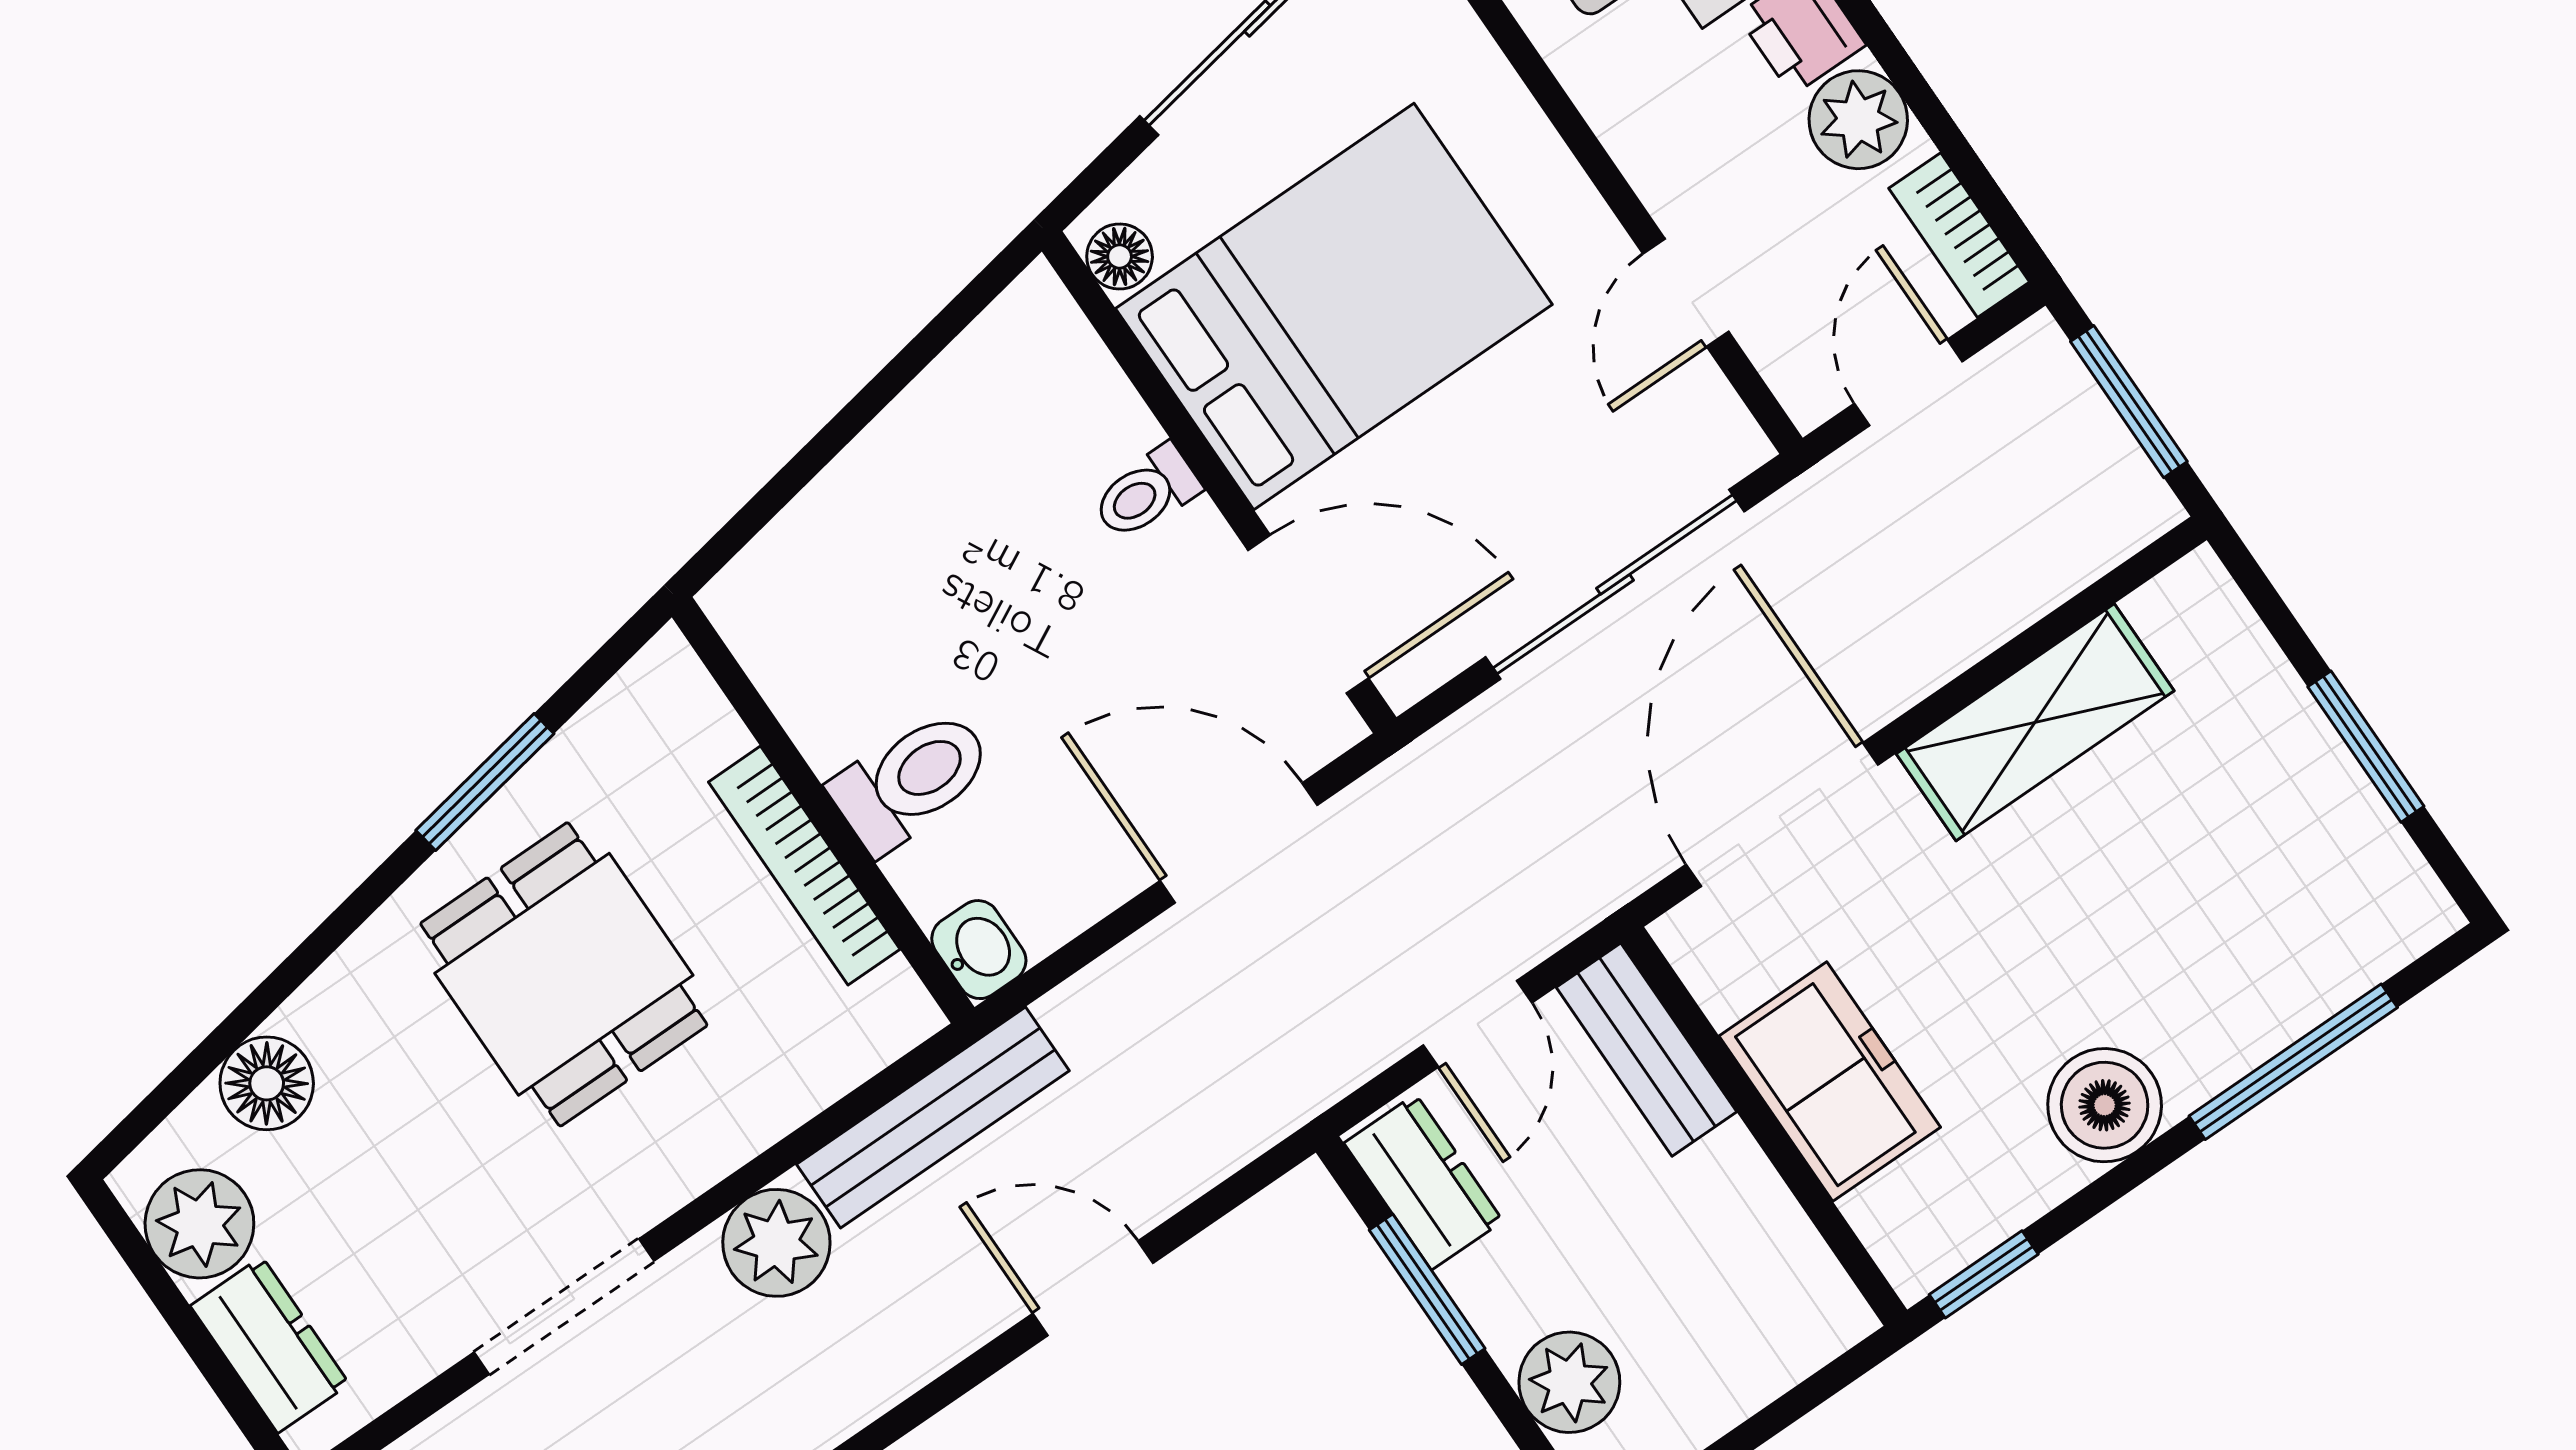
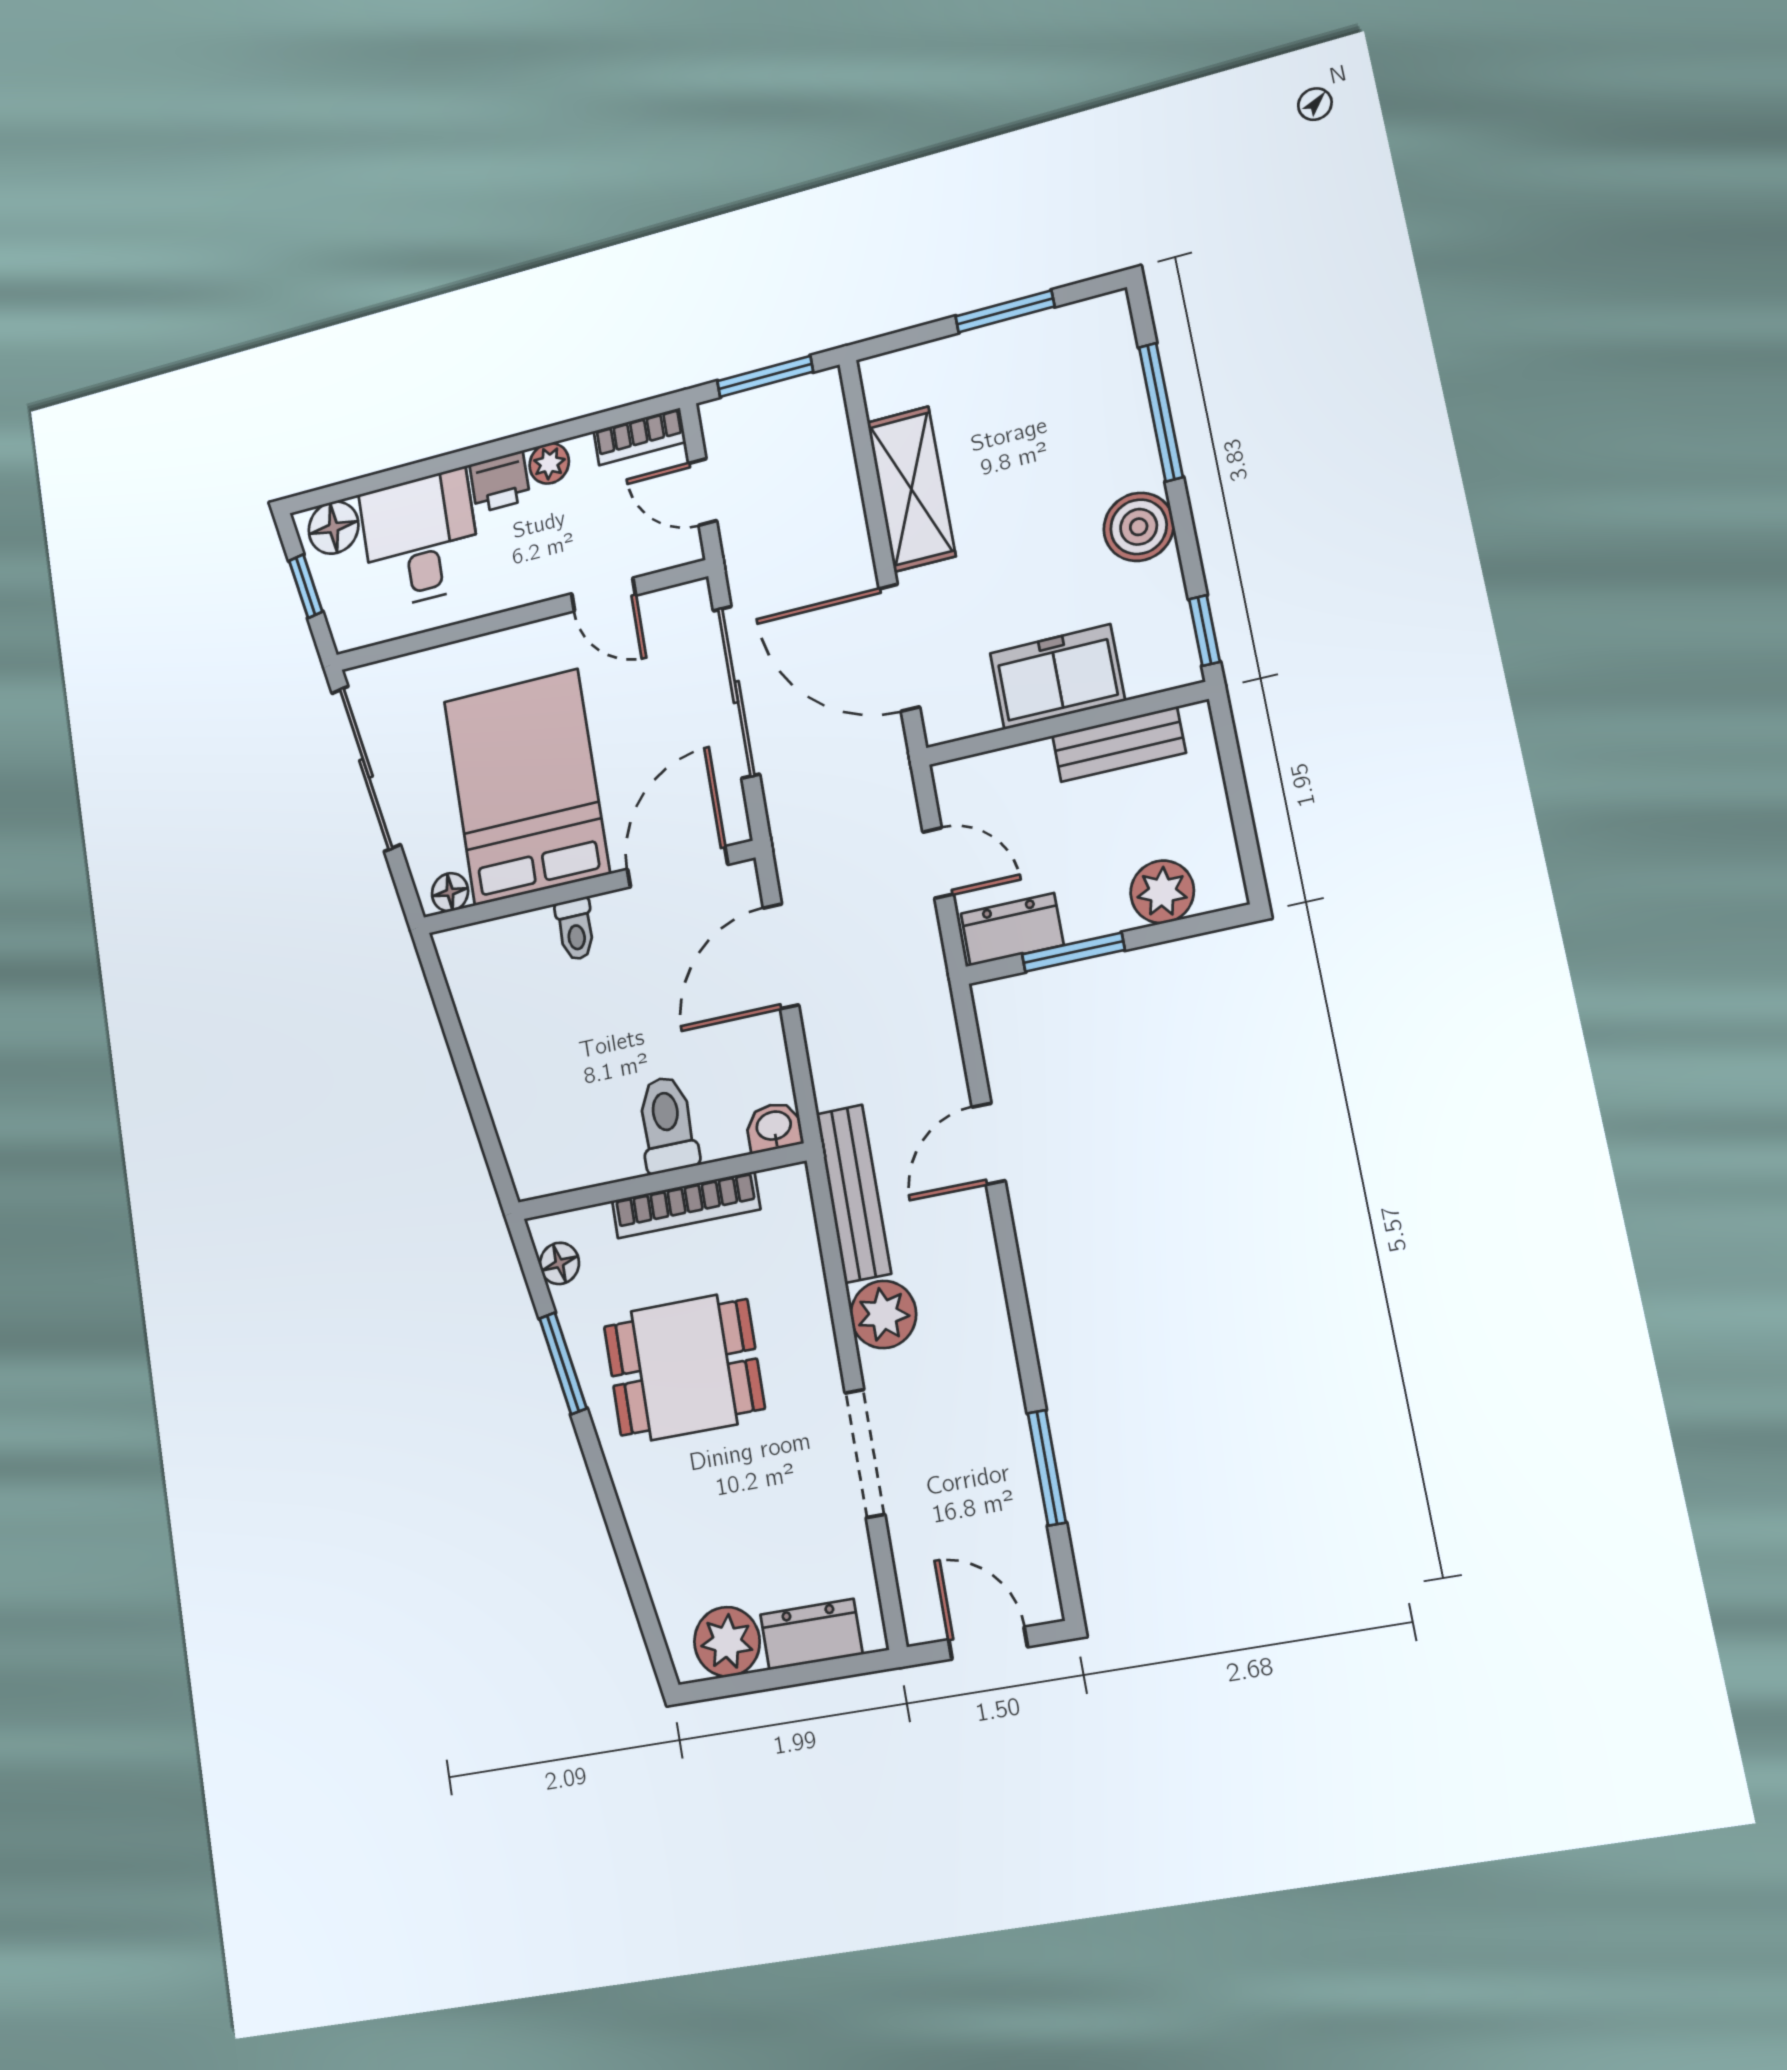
plant: (1858, 120) -> (549, 463), width x0.73, depth x0.73
bench: (1646, 1050) -> (1119, 744), moved
floor lamp: (267, 1083) -> (559, 1263), moved, width x0.73, depth x0.73

